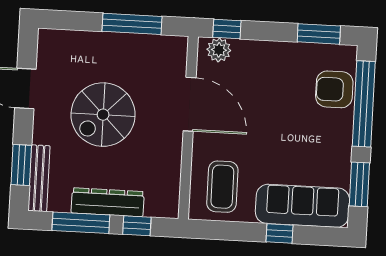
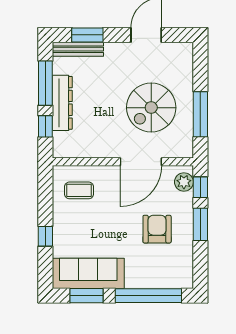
window: (319, 34) -> (200, 224), moved
armchair: (334, 89) -> (157, 229), moved
spiral stairs: (103, 115) -> (151, 108), moved, turned -90
coffee table: (222, 187) -> (79, 190), width x0.73, depth x0.77
sofa: (302, 206) -> (88, 273), moved, turned -90

